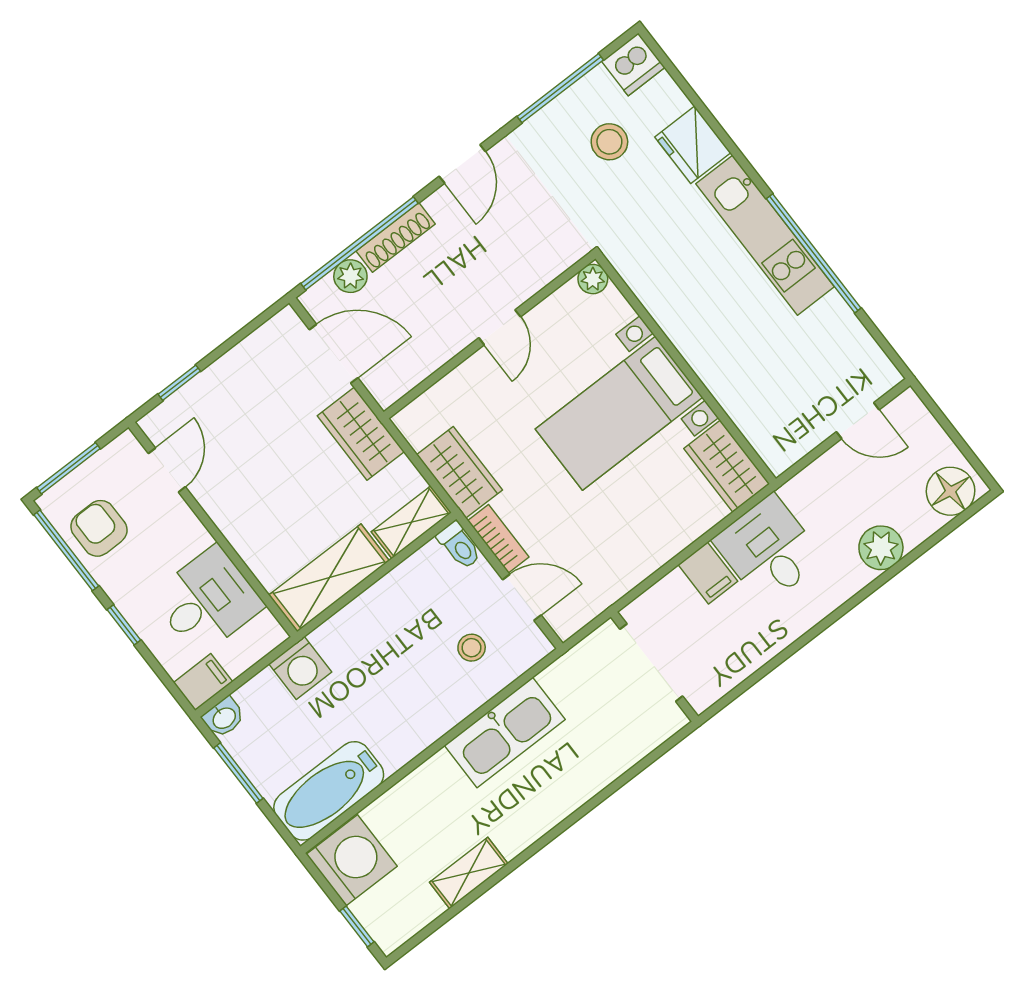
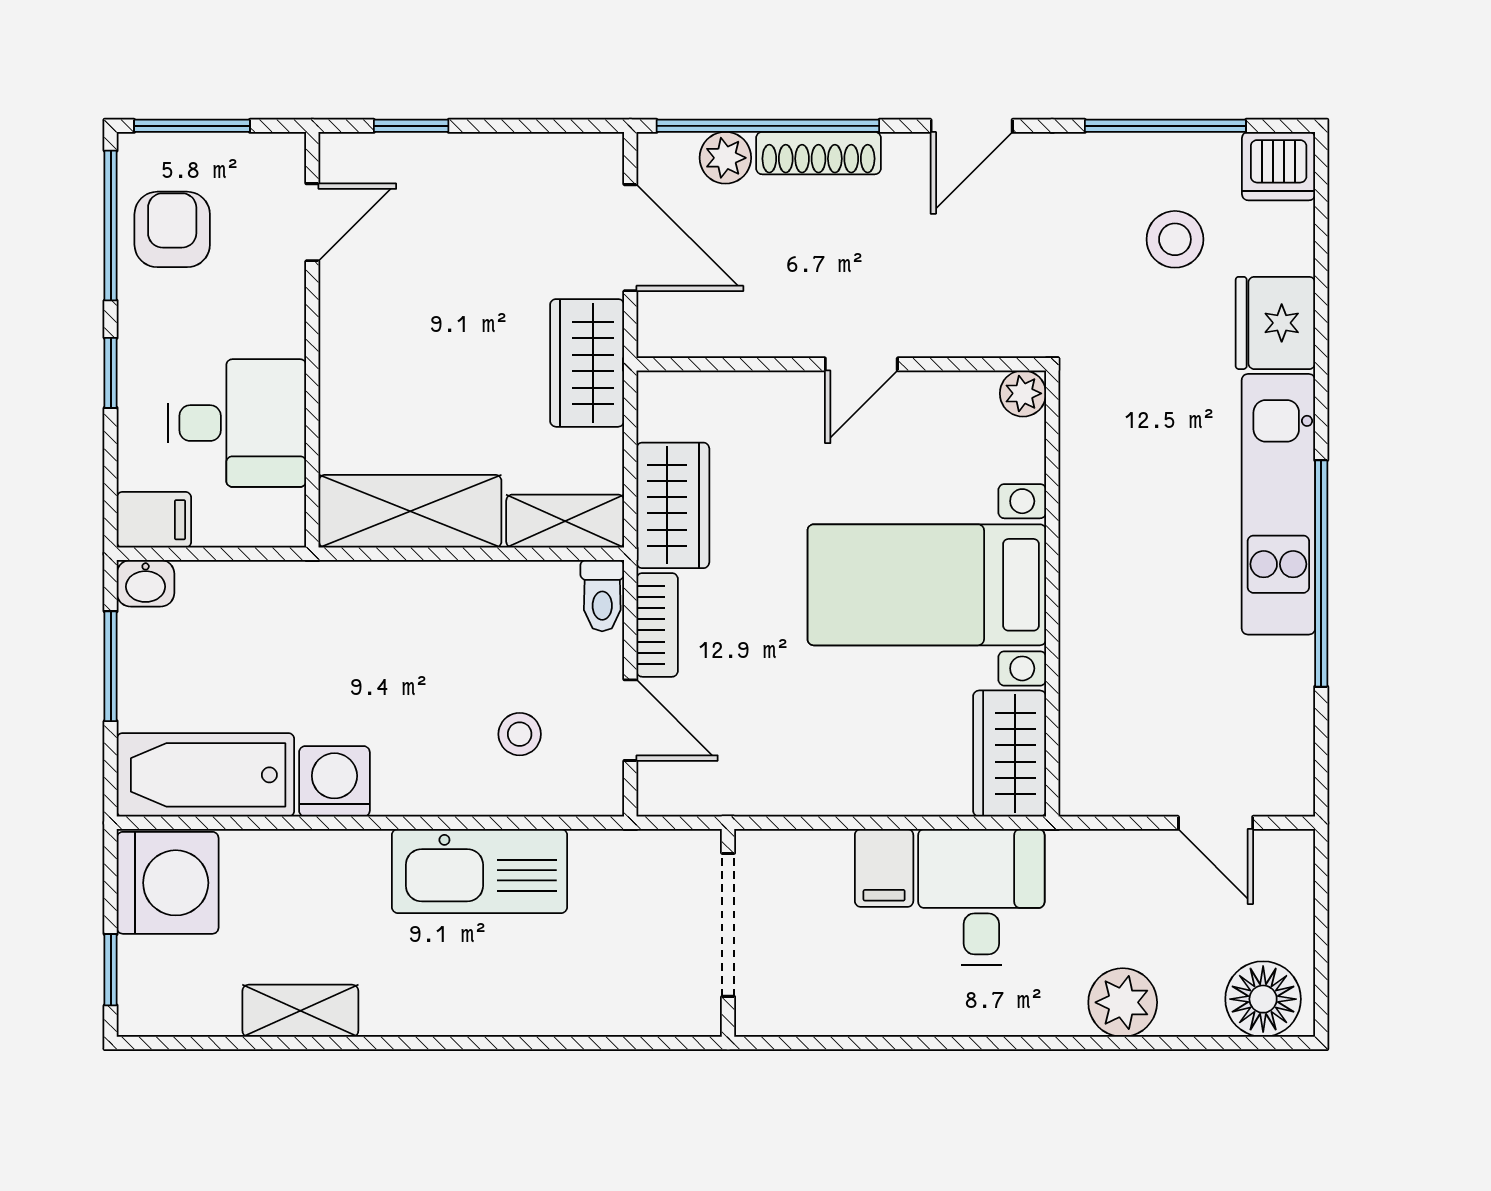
washing machine: (300, 668) -> (334, 781), moved, turned 180

